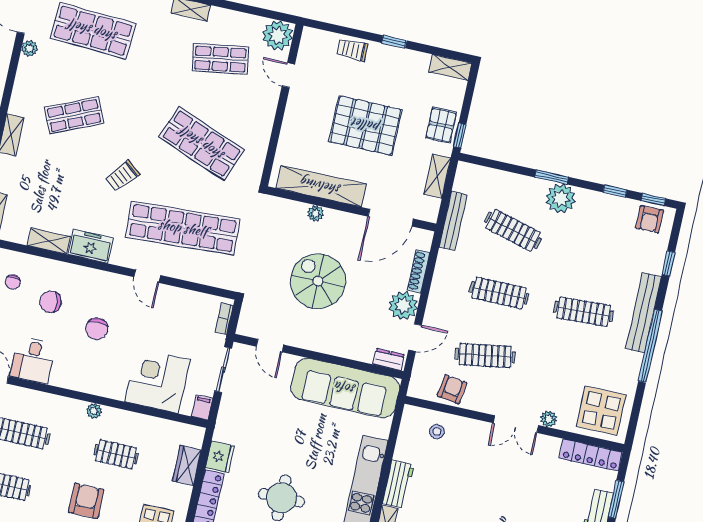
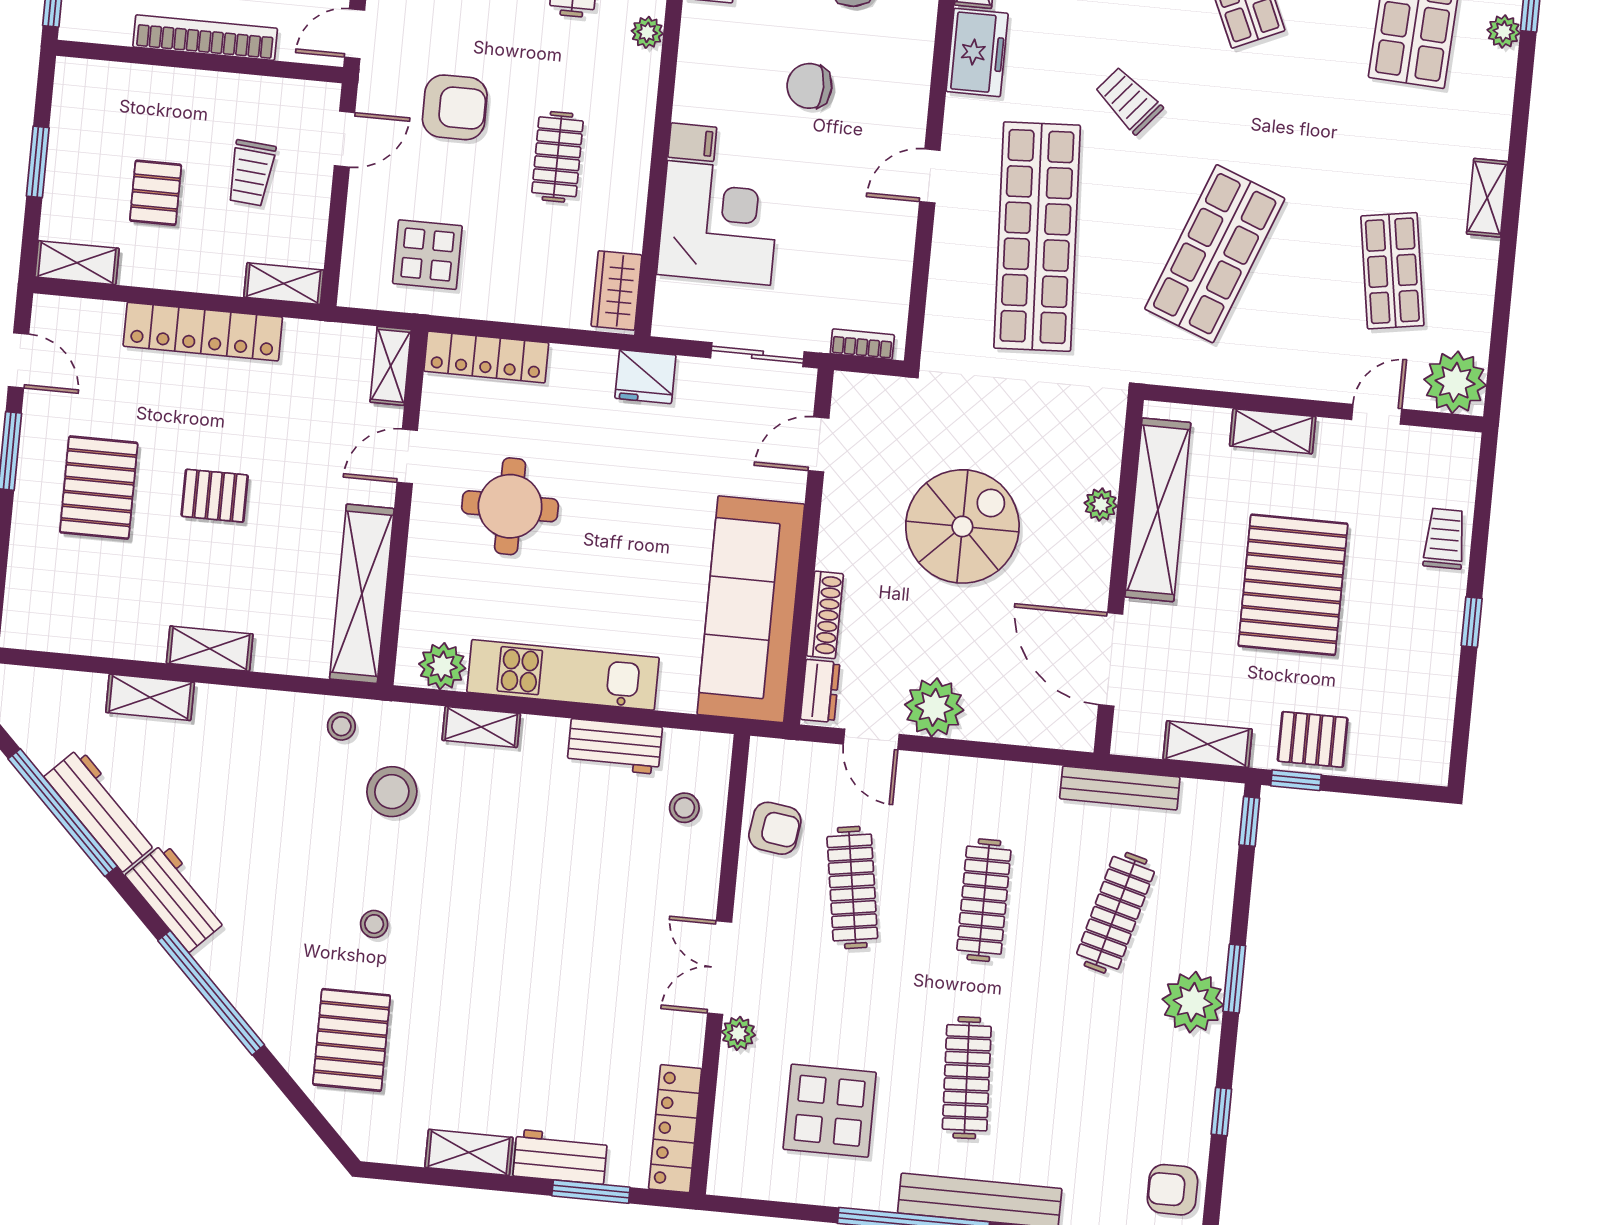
shelving: (450, 67) -> (1273, 431), moved, turned 90
window: (653, 200) -> (1249, 821), moved
shoe rack: (418, 271) -> (825, 615), moved, turned 90
filing cabinet: (202, 407) -> (692, 142), moved
plant: (94, 411) -> (647, 32), moved
display table: (601, 411) -> (830, 1111), moved
fridge: (220, 457) -> (645, 377), moved
wardrobe: (187, 466) -> (616, 291), moved, turned -90
workbench: (398, 484) -> (615, 747), moved

